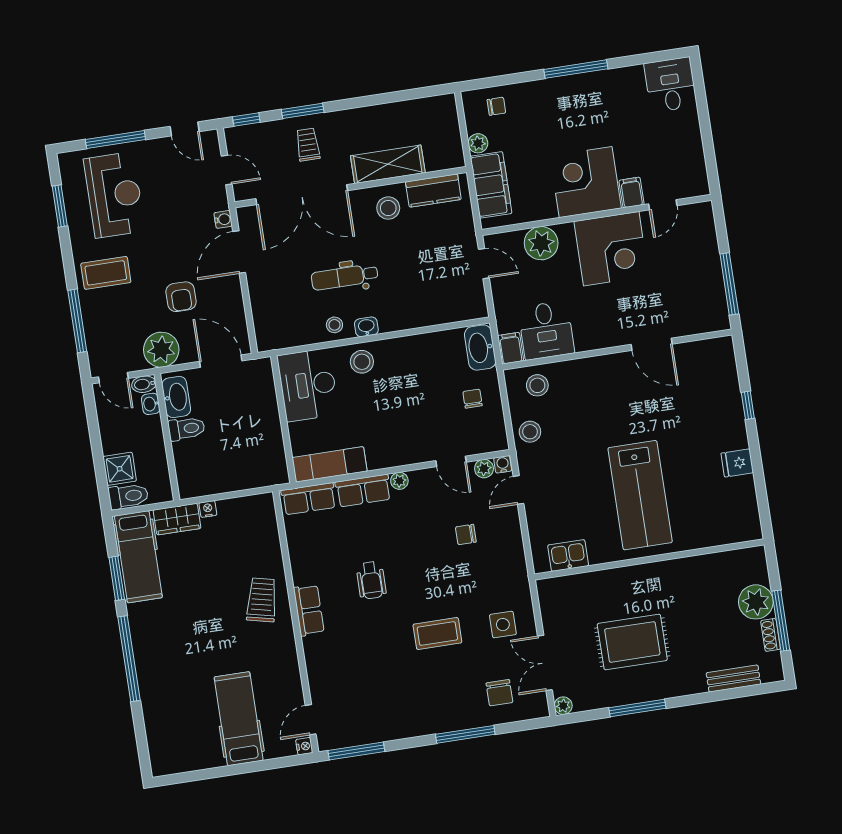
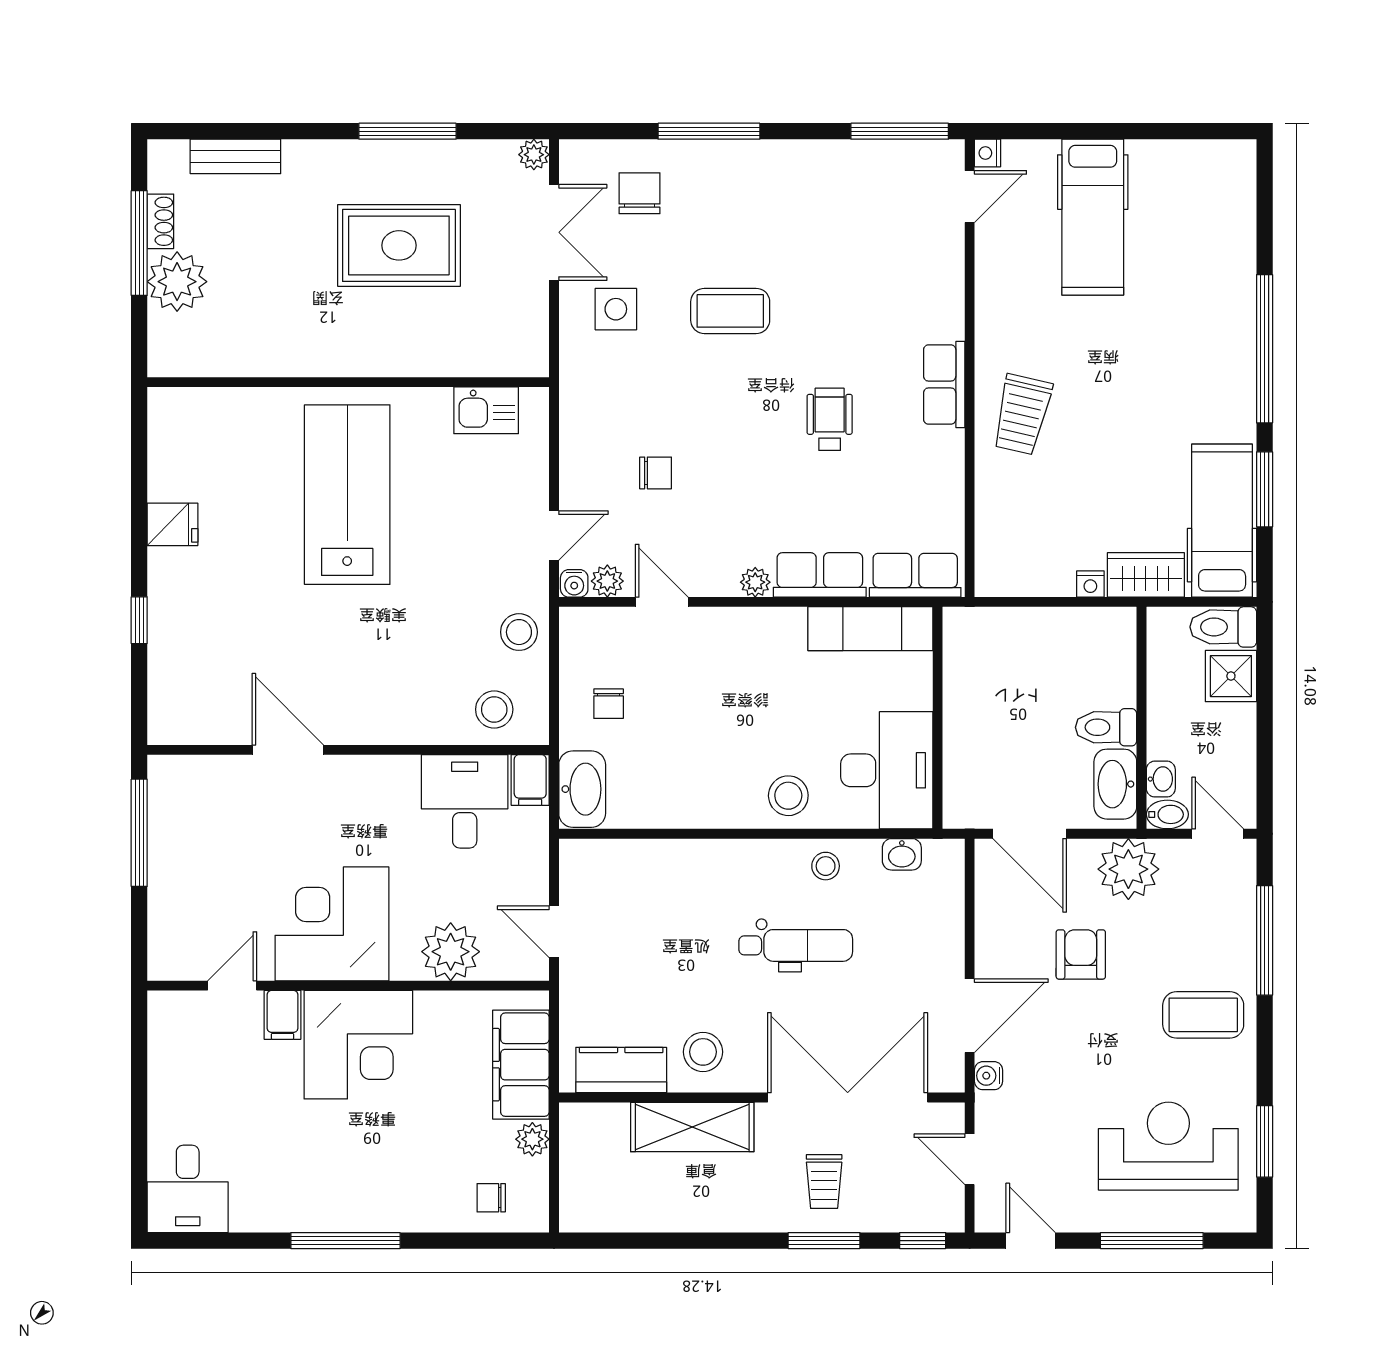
reception desk: (114, 195) -> (1168, 1146), turned 90
washbasin: (366, 327) -> (902, 854), moved

